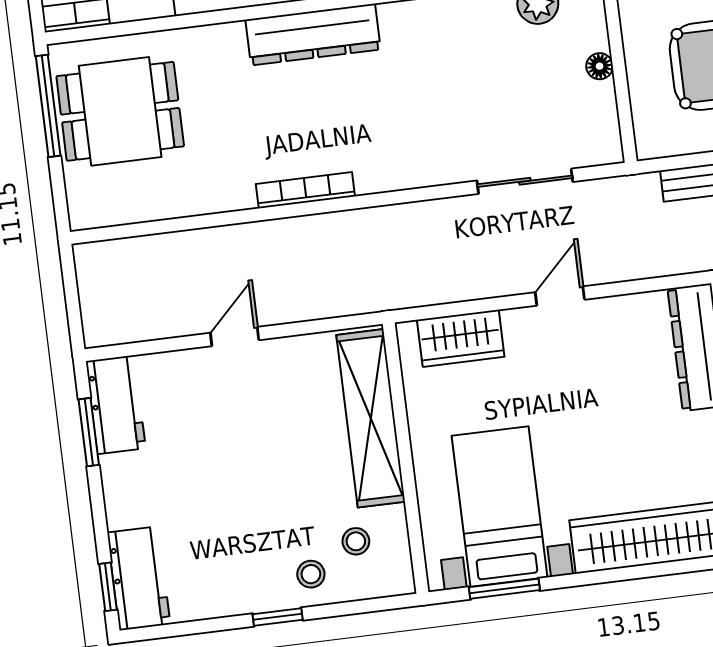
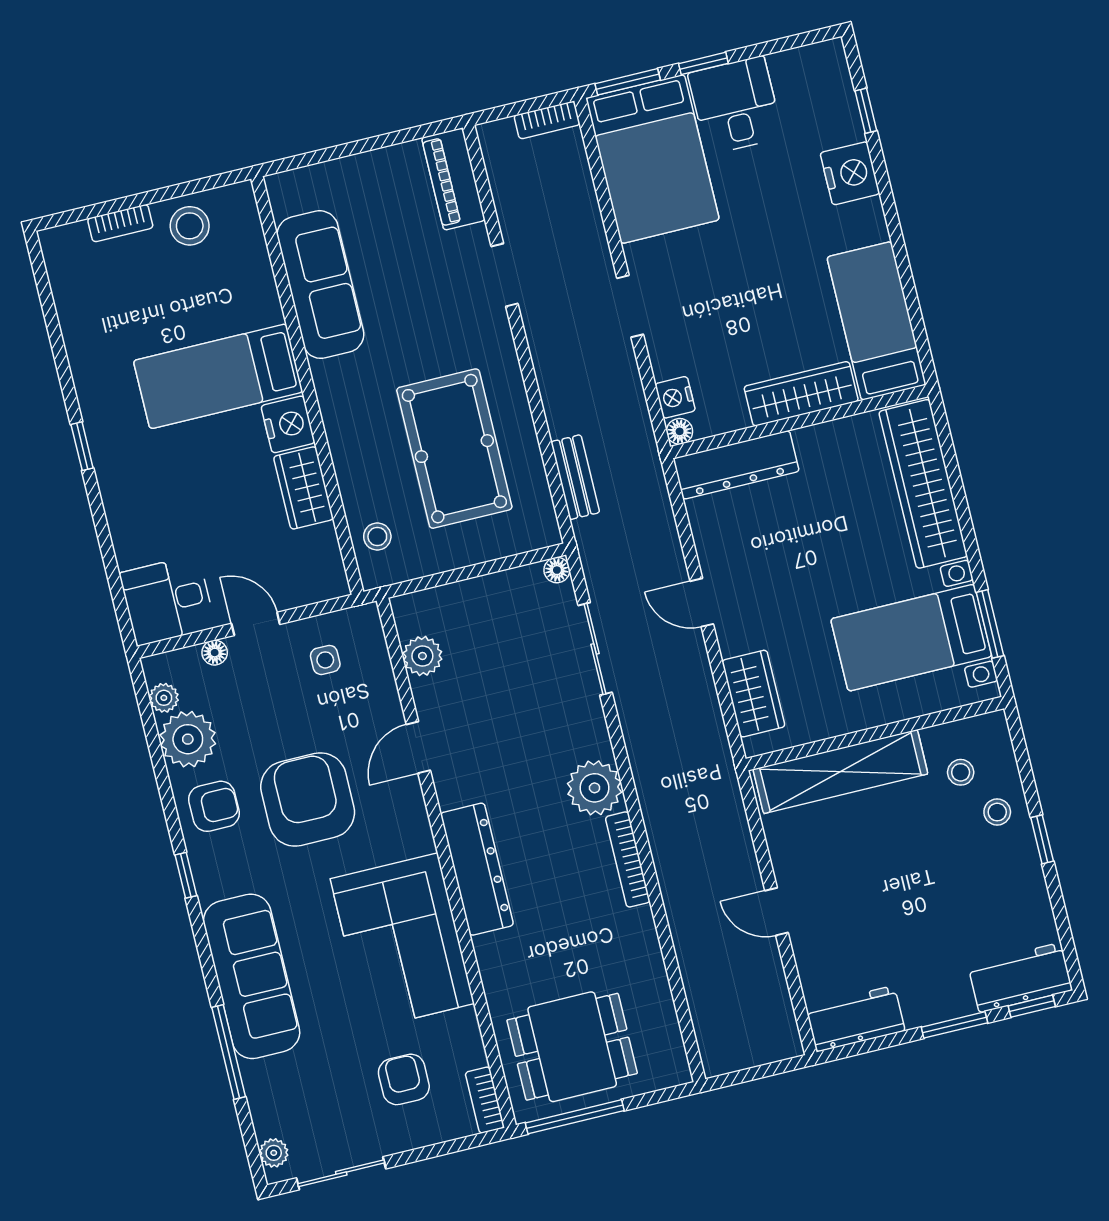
floor lamp: (600, 66) -> (557, 570), moved
dining table: (120, 111) -> (572, 1047), turned 90
plant: (383, 164) -> (595, 788), added
window: (89, 432) -> (954, 1025), moved

